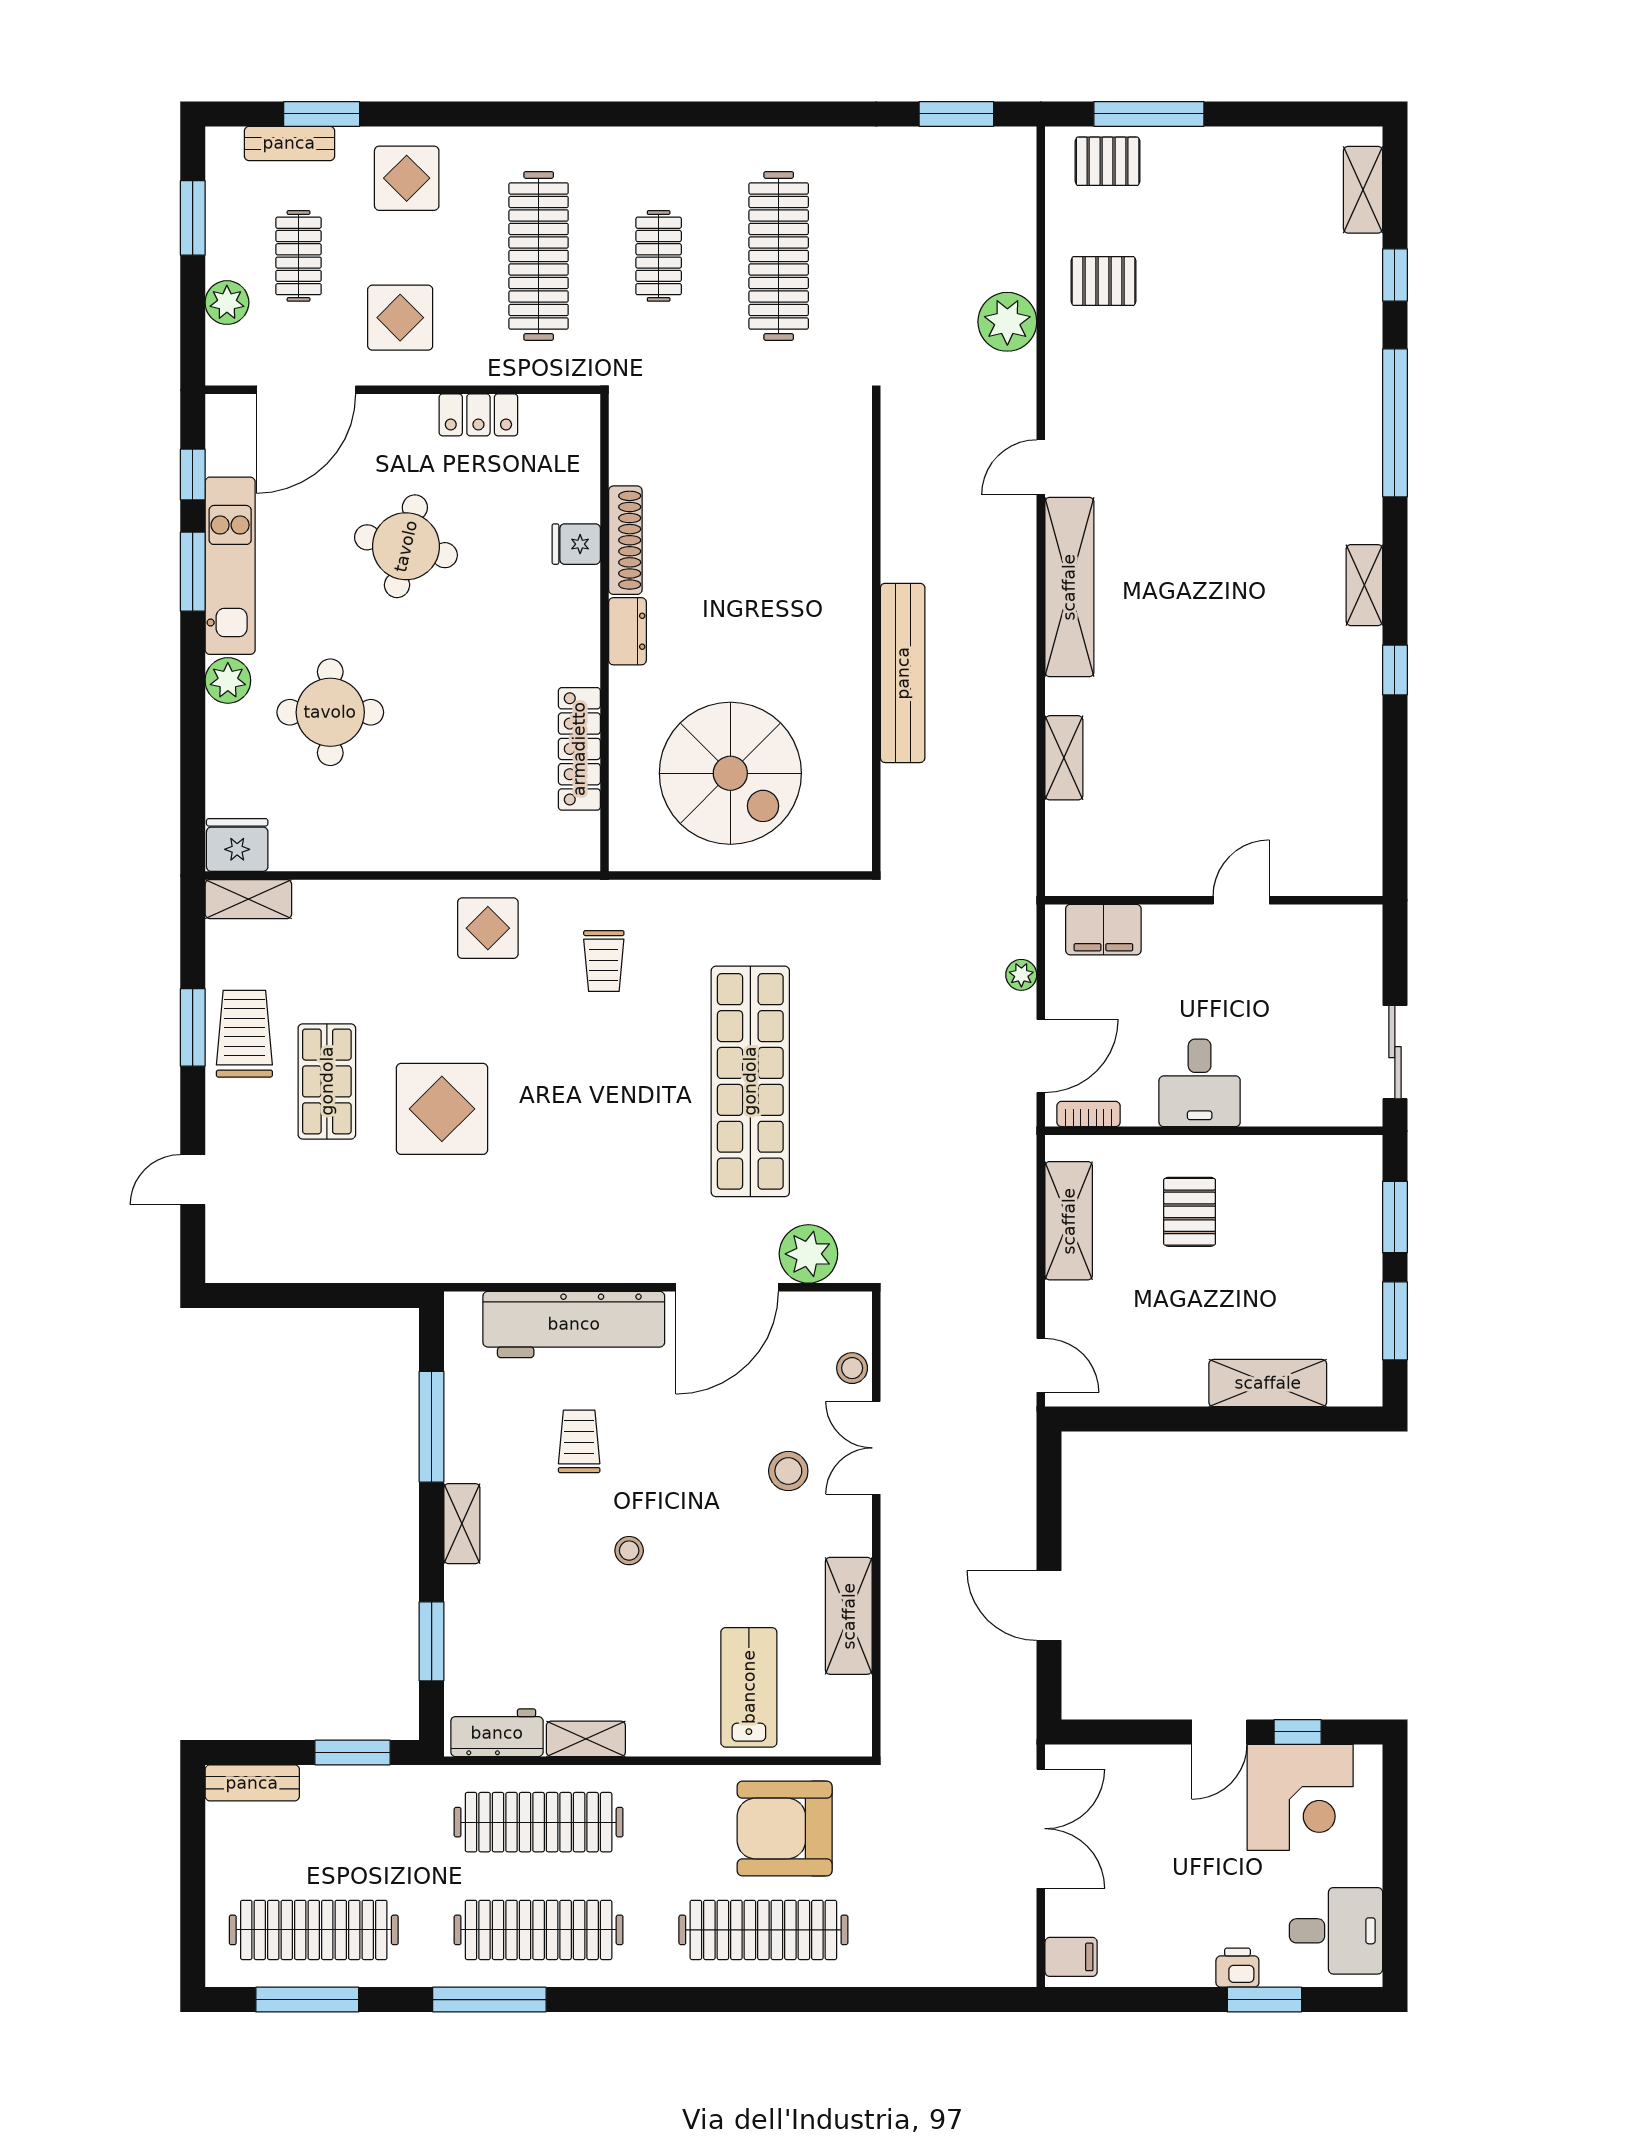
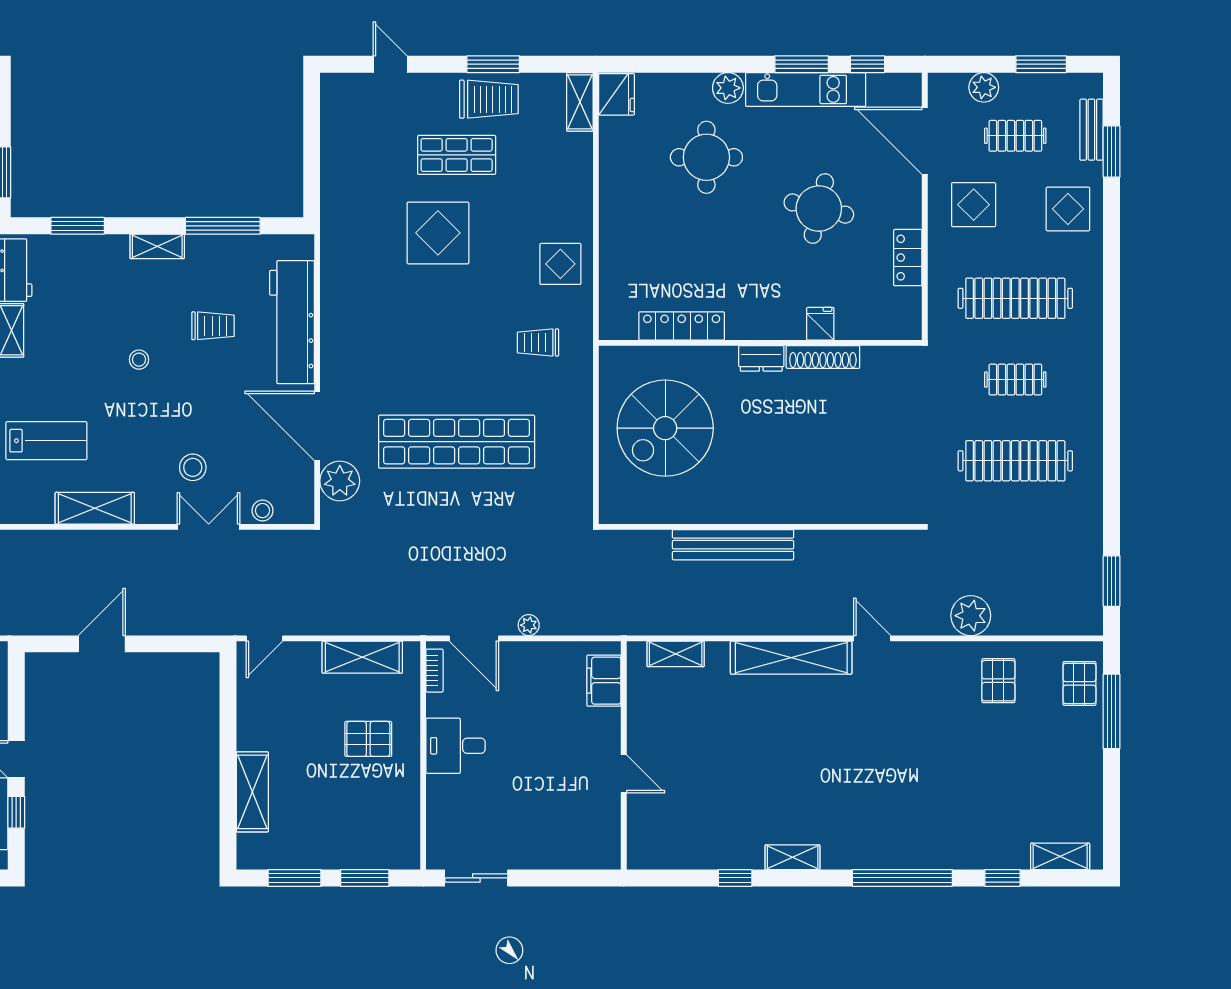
wall: (1214, 900) -> (624, 755), moved
door: (1241, 900) -> (624, 774), moved
filing cabinet: (1103, 930) -> (604, 681), moved

